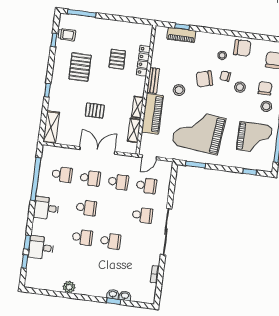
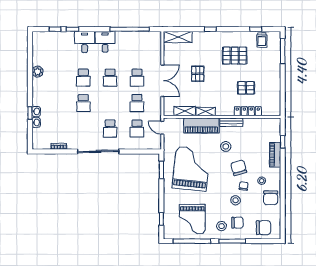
piano: (181, 35) -> (275, 155), moved
school desk: (62, 174) -> (137, 52), removed
desk: (41, 248) -> (85, 42), moved

